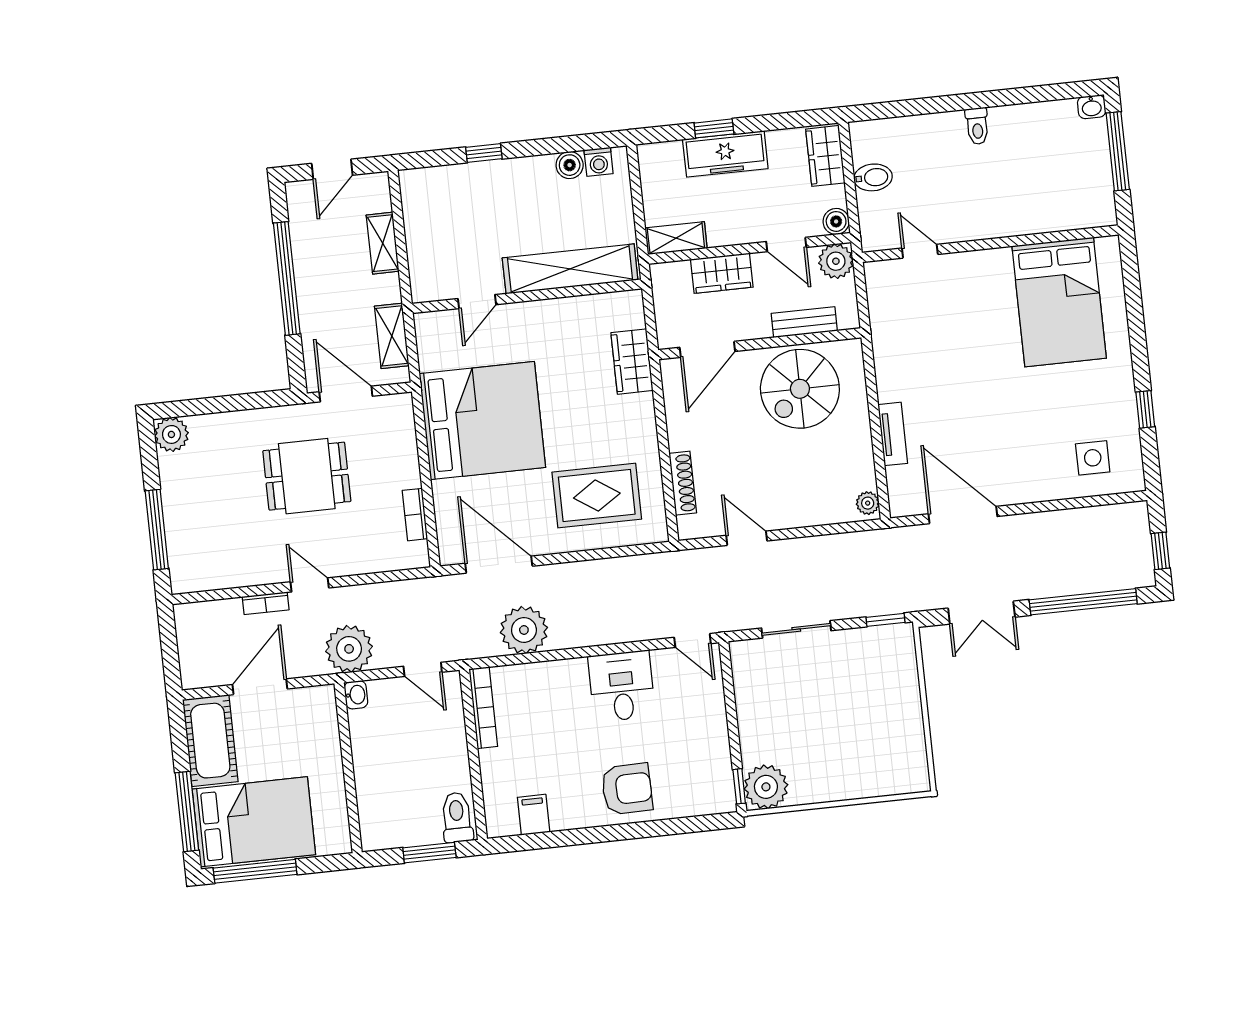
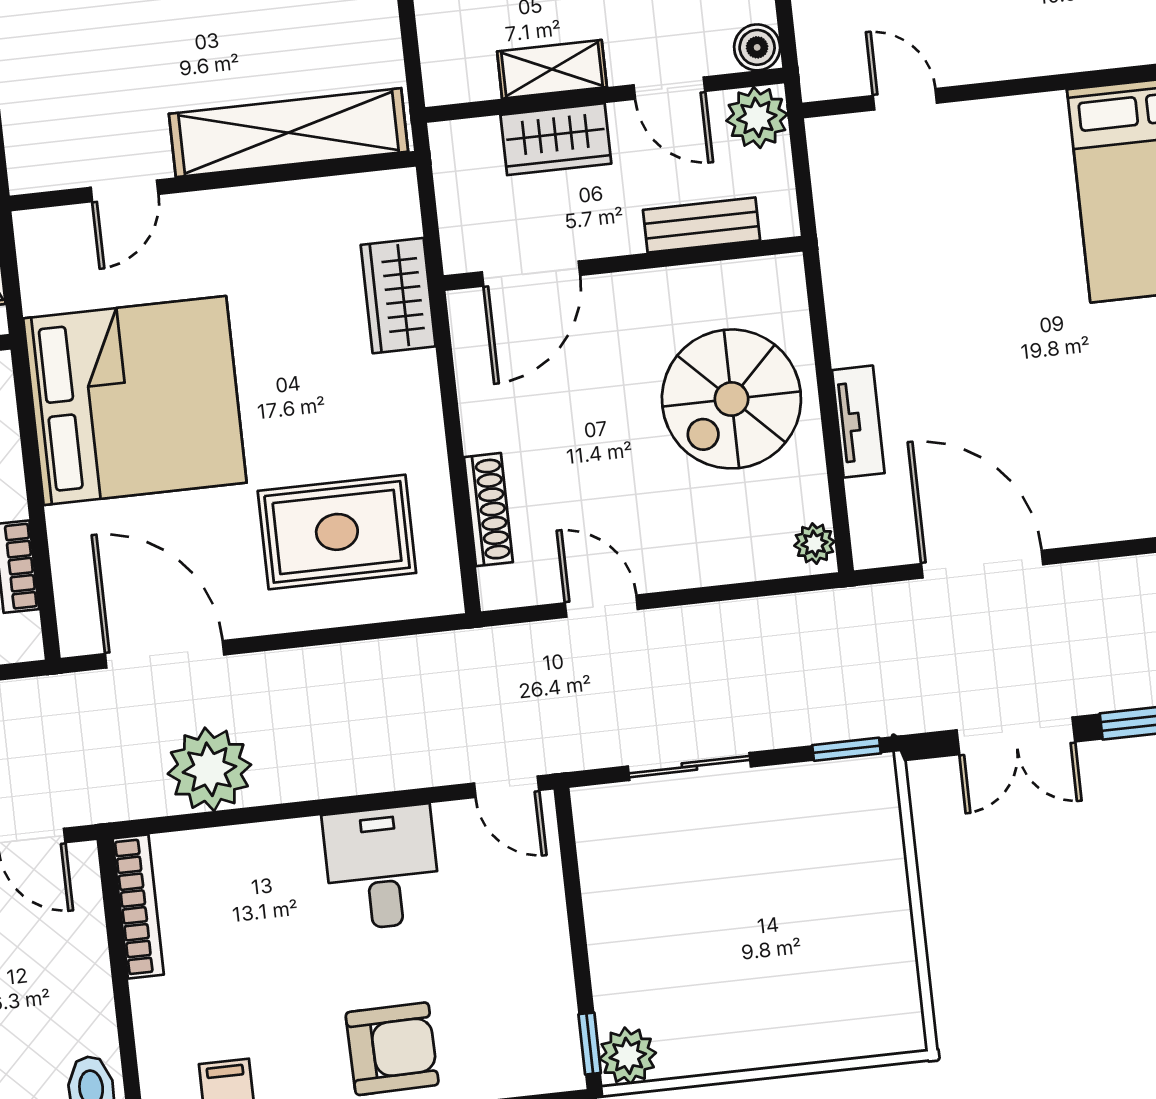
shelving: (676, 238) -> (552, 69), moved
spiral stairs: (800, 389) -> (731, 399), moved
plant: (766, 787) -> (628, 1056), width x0.73, depth x0.73

